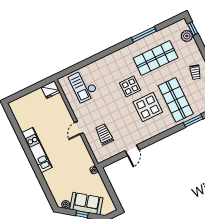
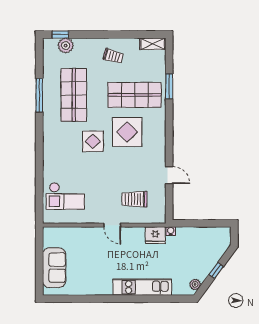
fridge: (51, 90) -> (155, 235), moved, turned 90
kitchen unit: (37, 150) -> (142, 287), moved
sofa: (86, 203) -> (54, 268), moved, turned 144

